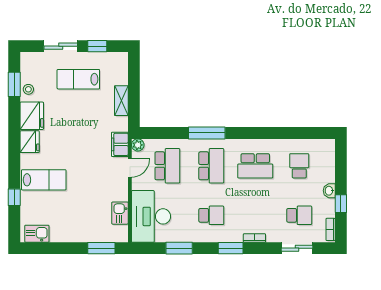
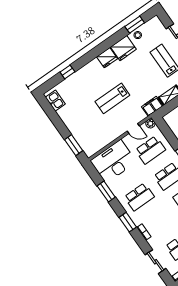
filing cabinet: (120, 144) -> (152, 106), moved
lab bench: (44, 180) -> (112, 98), moved, turned 90
kitchen sink: (120, 213) -> (102, 142), removed
school desk: (211, 215) -> (139, 197), width x1.85

